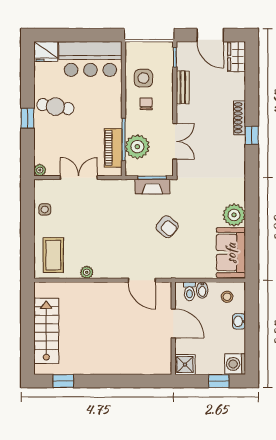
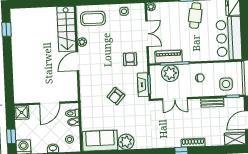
side table: (143, 78) -> (226, 84), moved
armchair: (115, 204) -> (130, 59), added
door: (142, 280) -> (78, 61), moved
stairs: (46, 331) -> (66, 29), moved, turned 90

